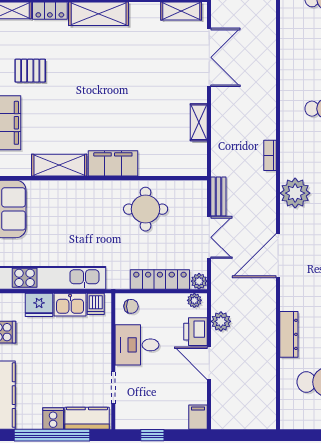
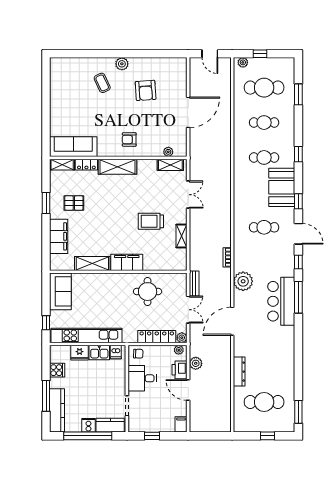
double door: (209, 57) -> (188, 195), width x0.73
trolley: (151, 99) -> (151, 221), added

